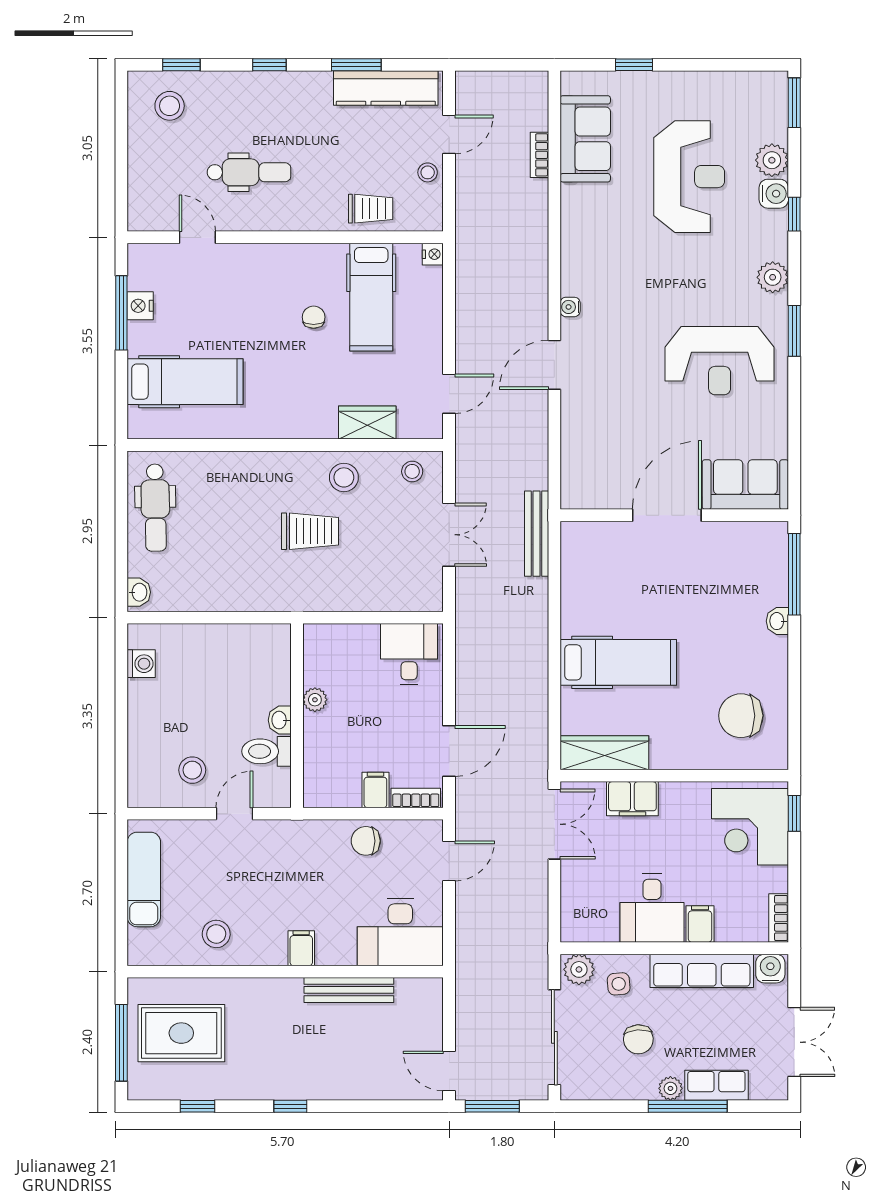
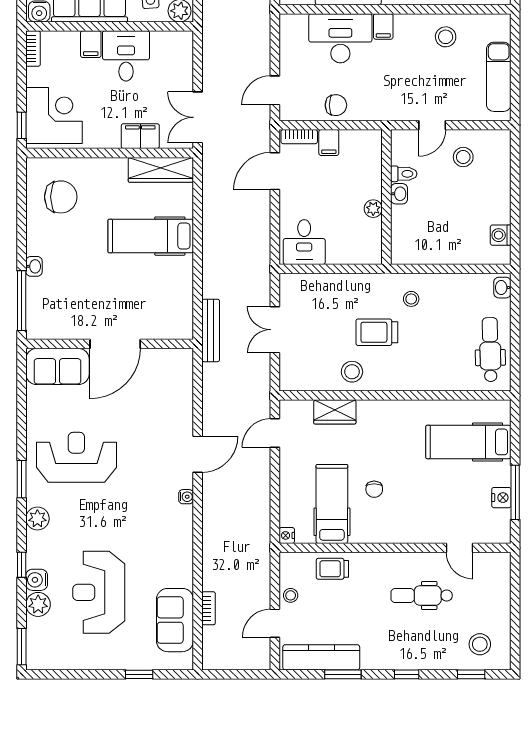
stool: (412, 471) -> (411, 299), moved
toilet: (266, 751) -> (404, 174), width x0.73, depth x0.72
desk: (400, 932) -> (340, 38), moved

